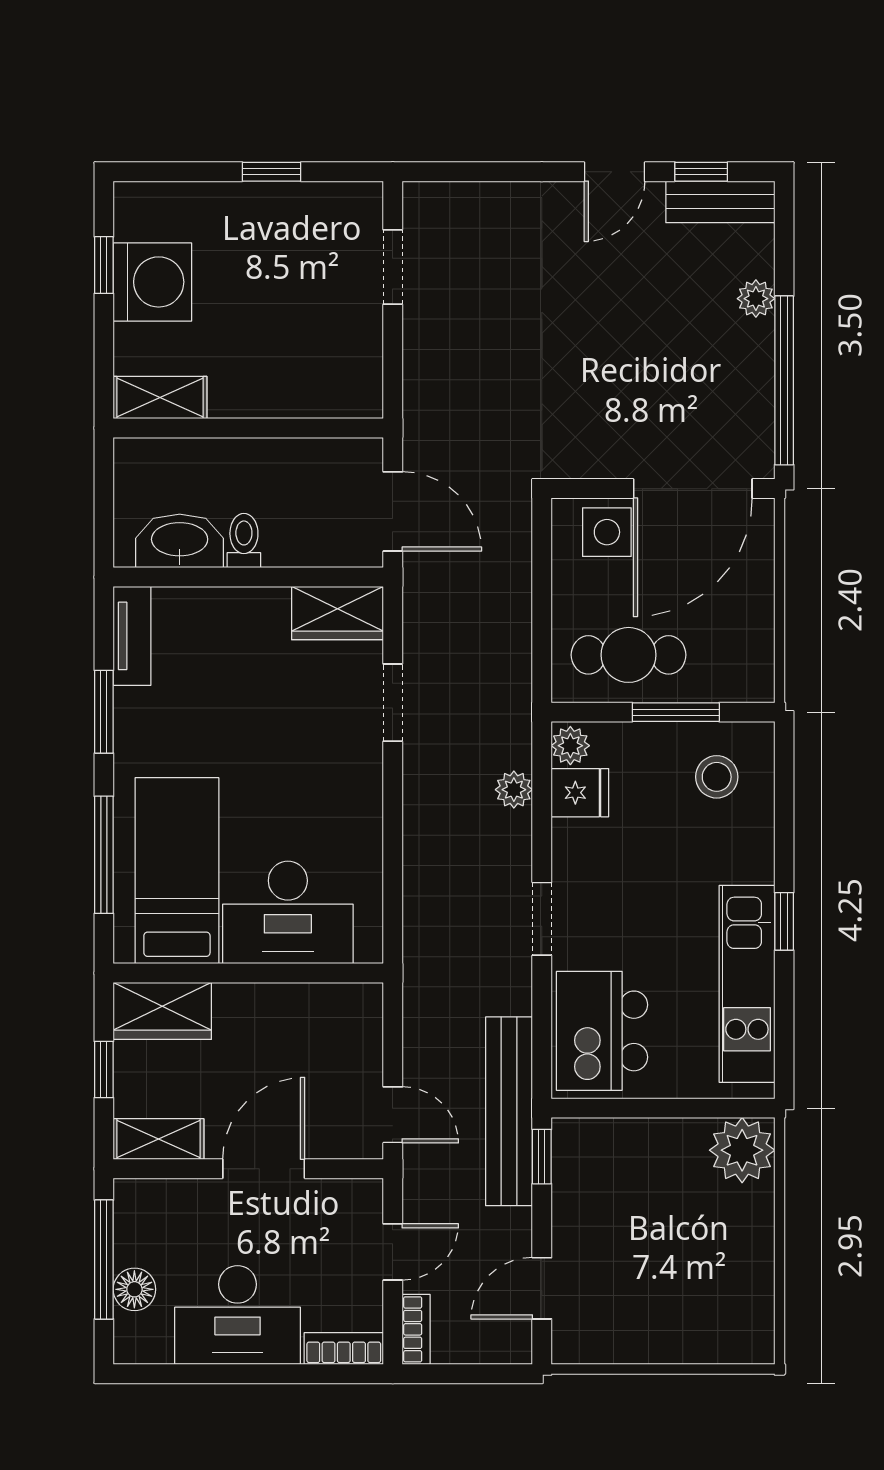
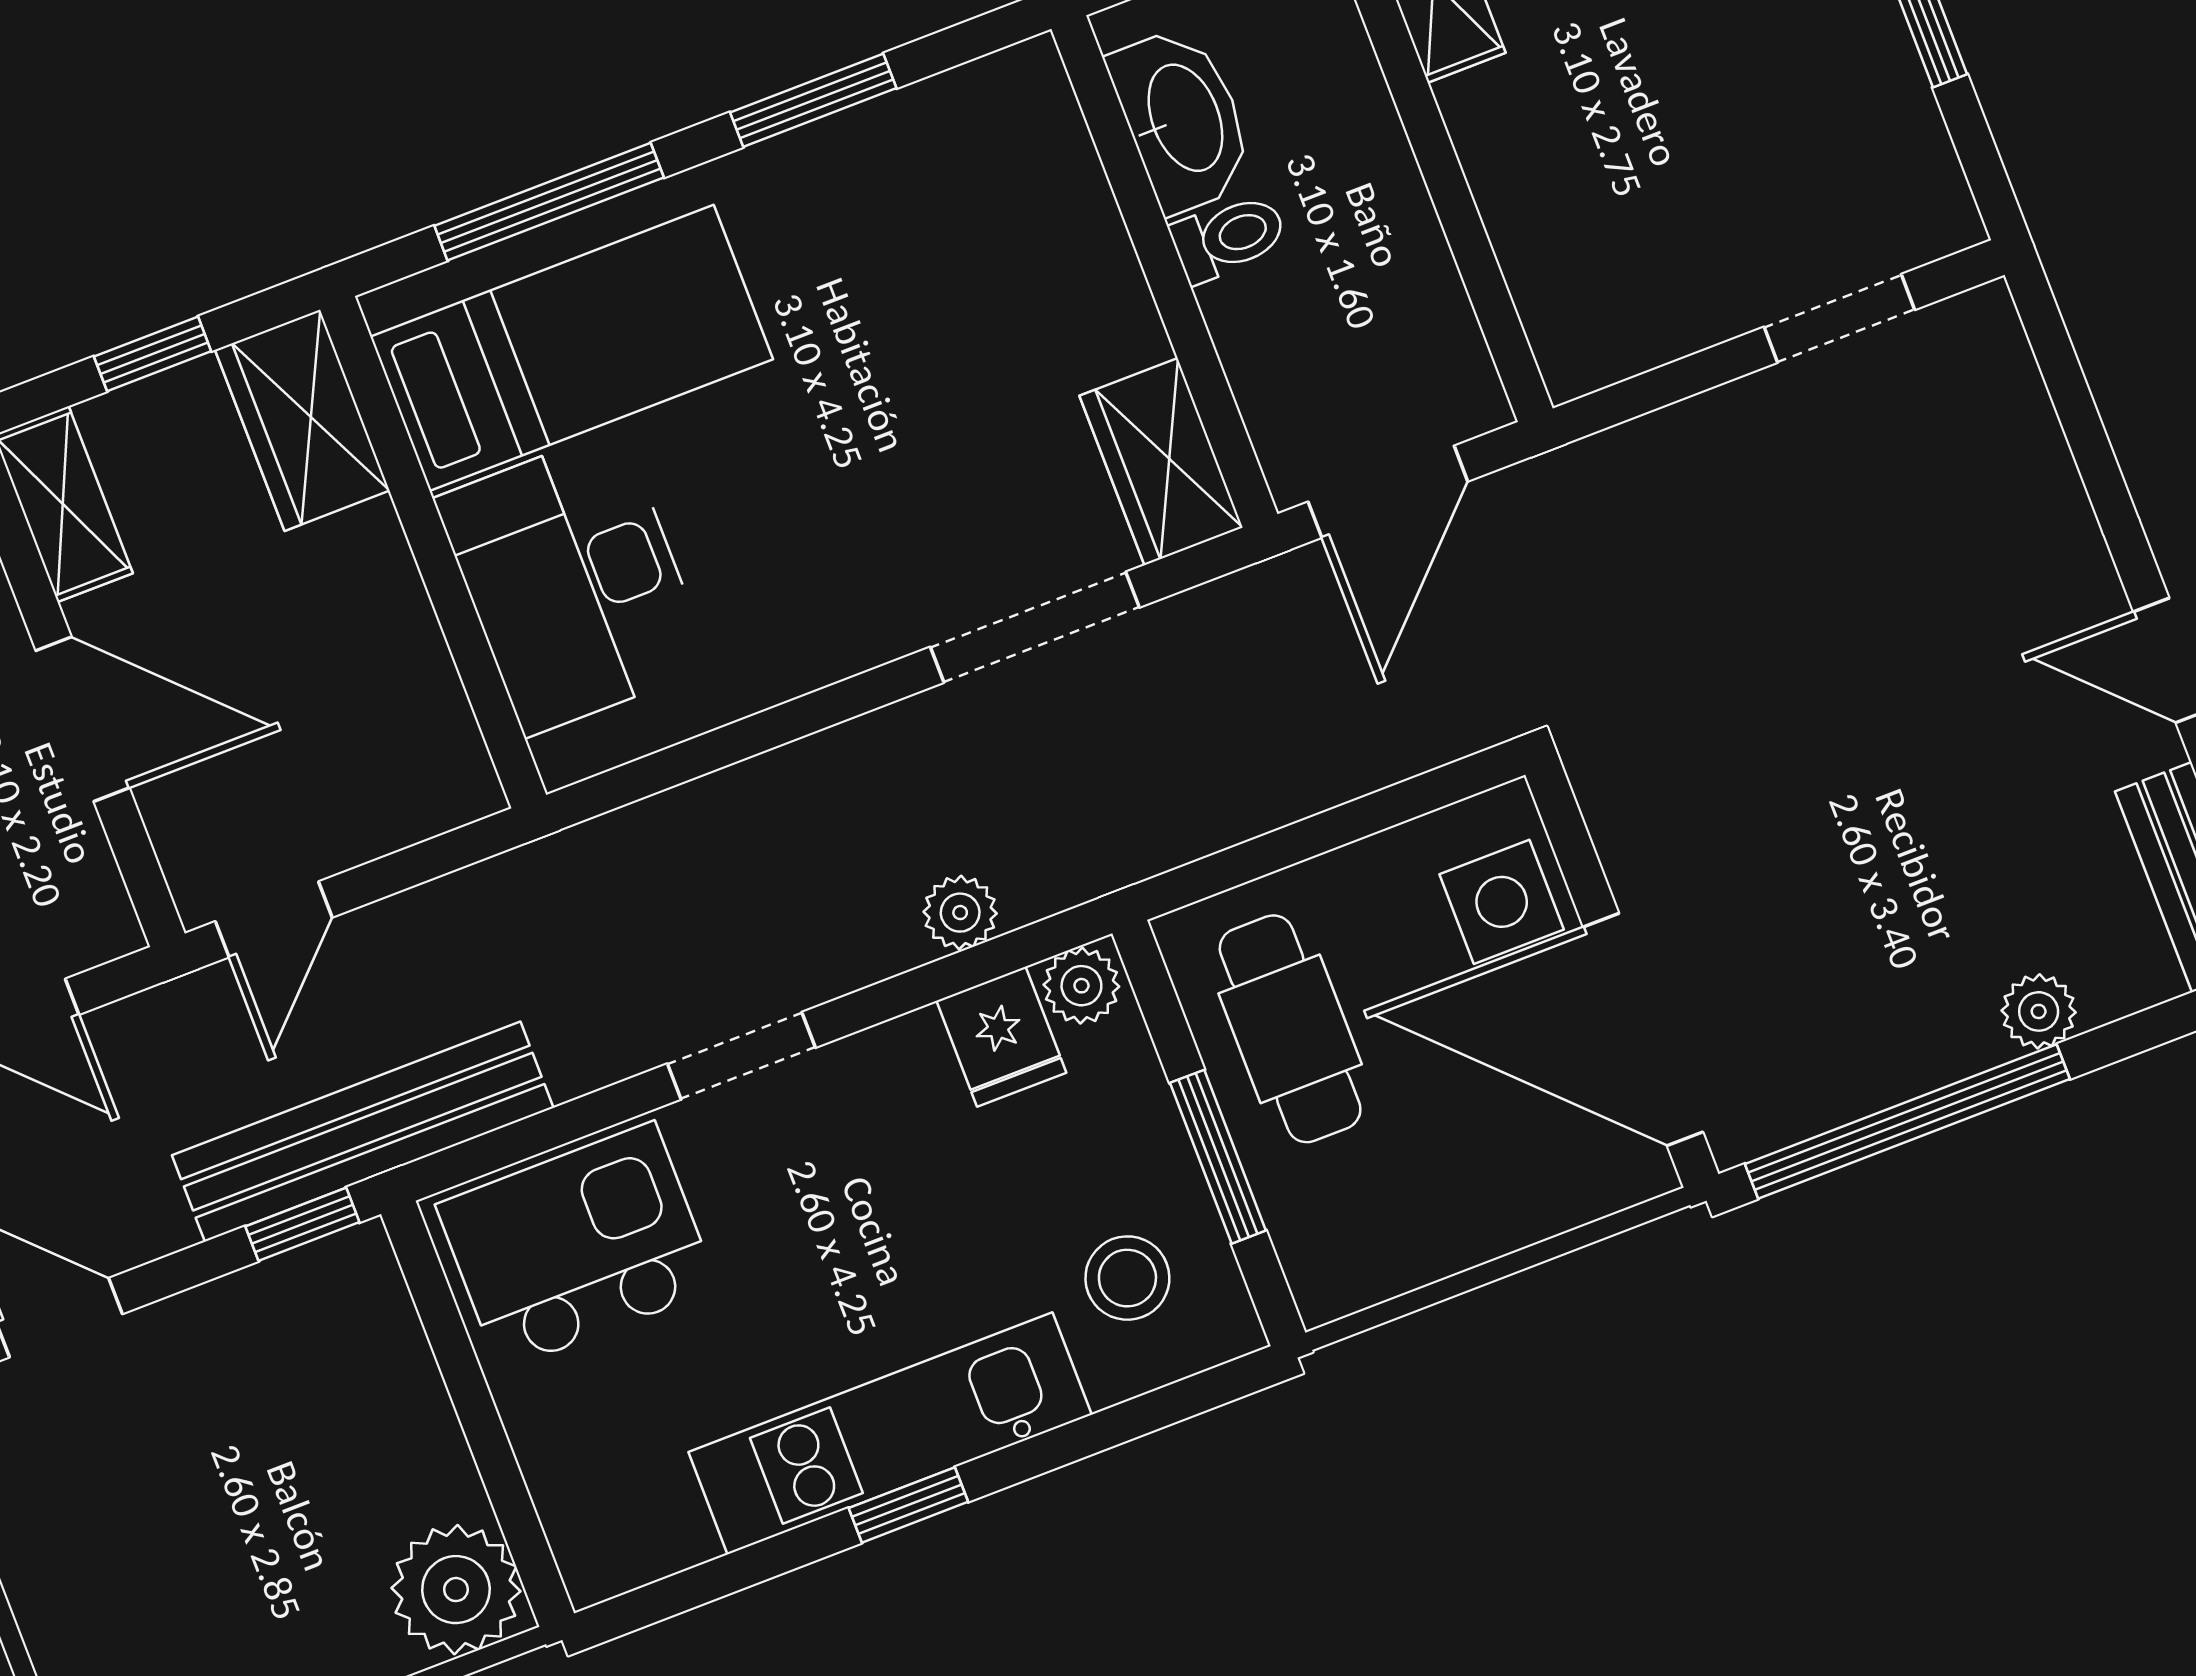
tv unit: (132, 636) -> (973, 99), removed
doorway: (393, 703) -> (1035, 627), width x1.38
kitchen unit: (747, 984) -> (890, 1433), moved

